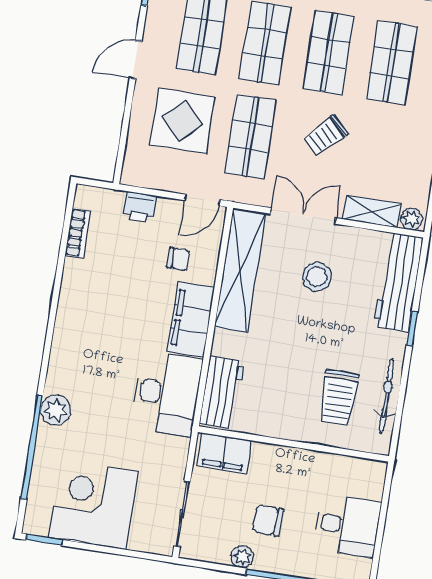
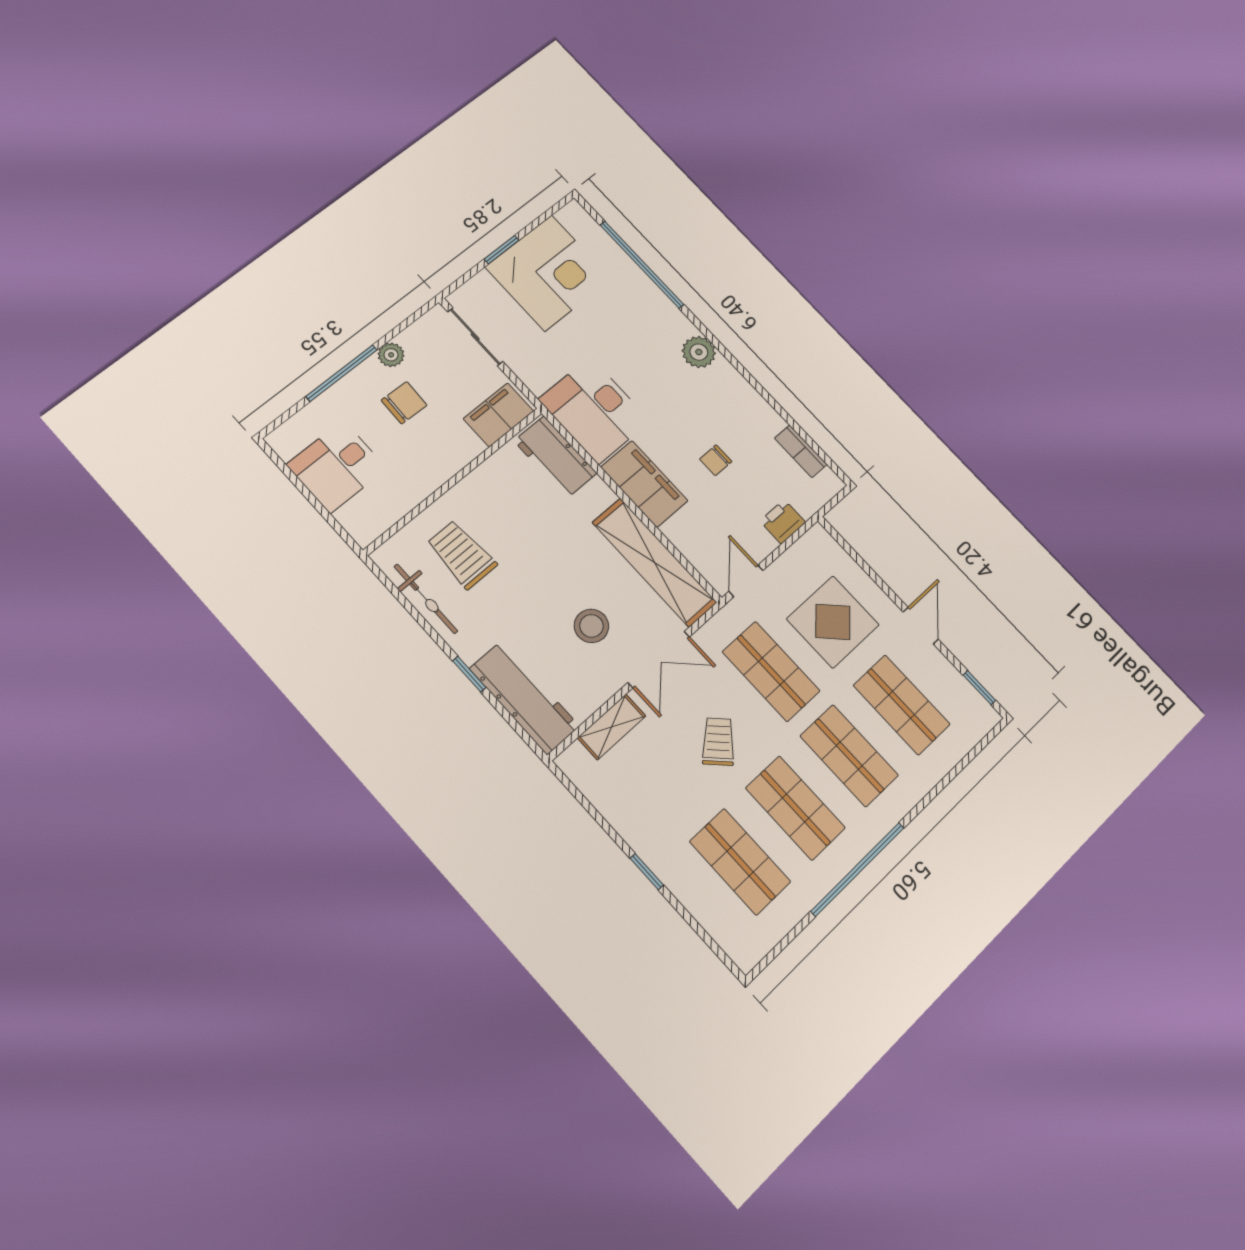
plant: (412, 219) -> (574, 759), removed
chair: (178, 259) -> (716, 460), moved
plant: (56, 410) -> (699, 352), moved
window: (44, 540) -> (502, 250), moved

